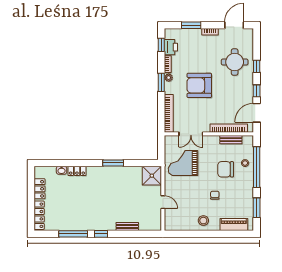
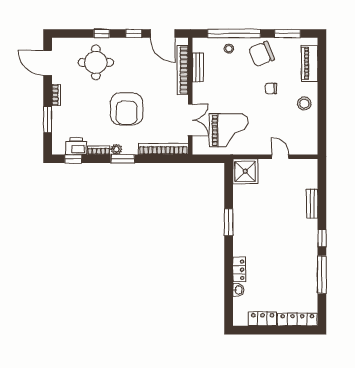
grand piano: (183, 163) -> (229, 130), turned -90
chair: (226, 169) -> (262, 54), moved, turned 68
door: (163, 202) -> (280, 157), hinge flipped

